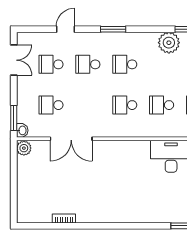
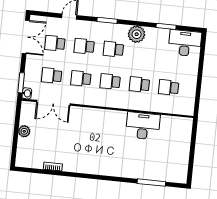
plant: (169, 43) -> (137, 34), moved
double door: (14, 60) -> (26, 37), width x1.37
school desk: (88, 105) -> (81, 79), added
double door: (71, 139) -> (53, 103), moved
plant: (24, 148) -> (24, 131), moved

